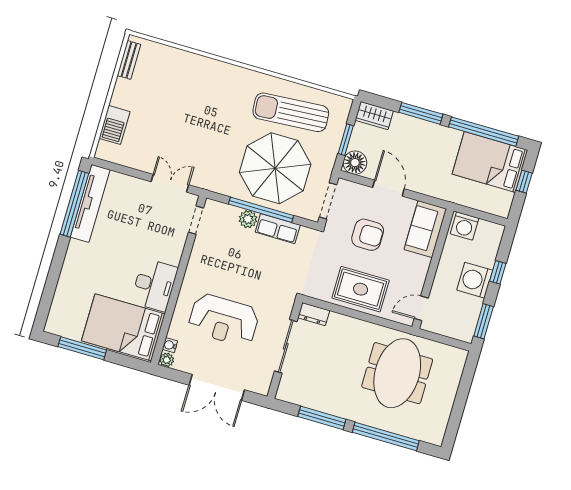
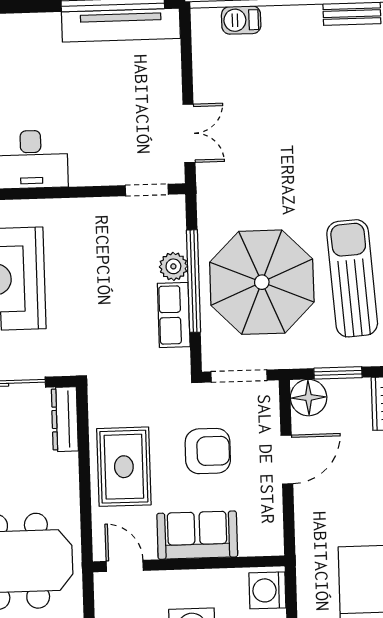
barbecue: (114, 125) -> (241, 20), width x0.73, depth x0.79
sofa: (425, 229) -> (197, 535), moved
armchair: (368, 235) -> (208, 451), turned -90
dresser: (314, 314) -> (65, 419), width x1.44

